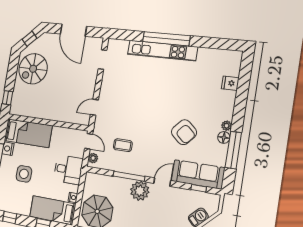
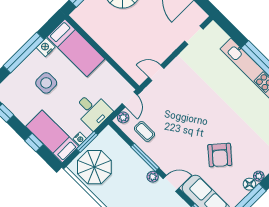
coffee table: (123, 145) -> (144, 131), moved
plant: (140, 191) -> (153, 177), width x0.53, depth x0.53
window: (80, 196) -> (87, 142), added

